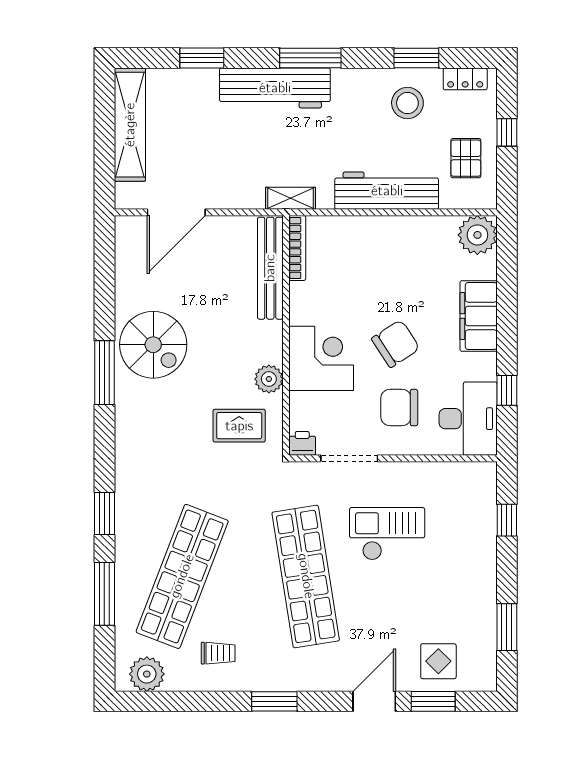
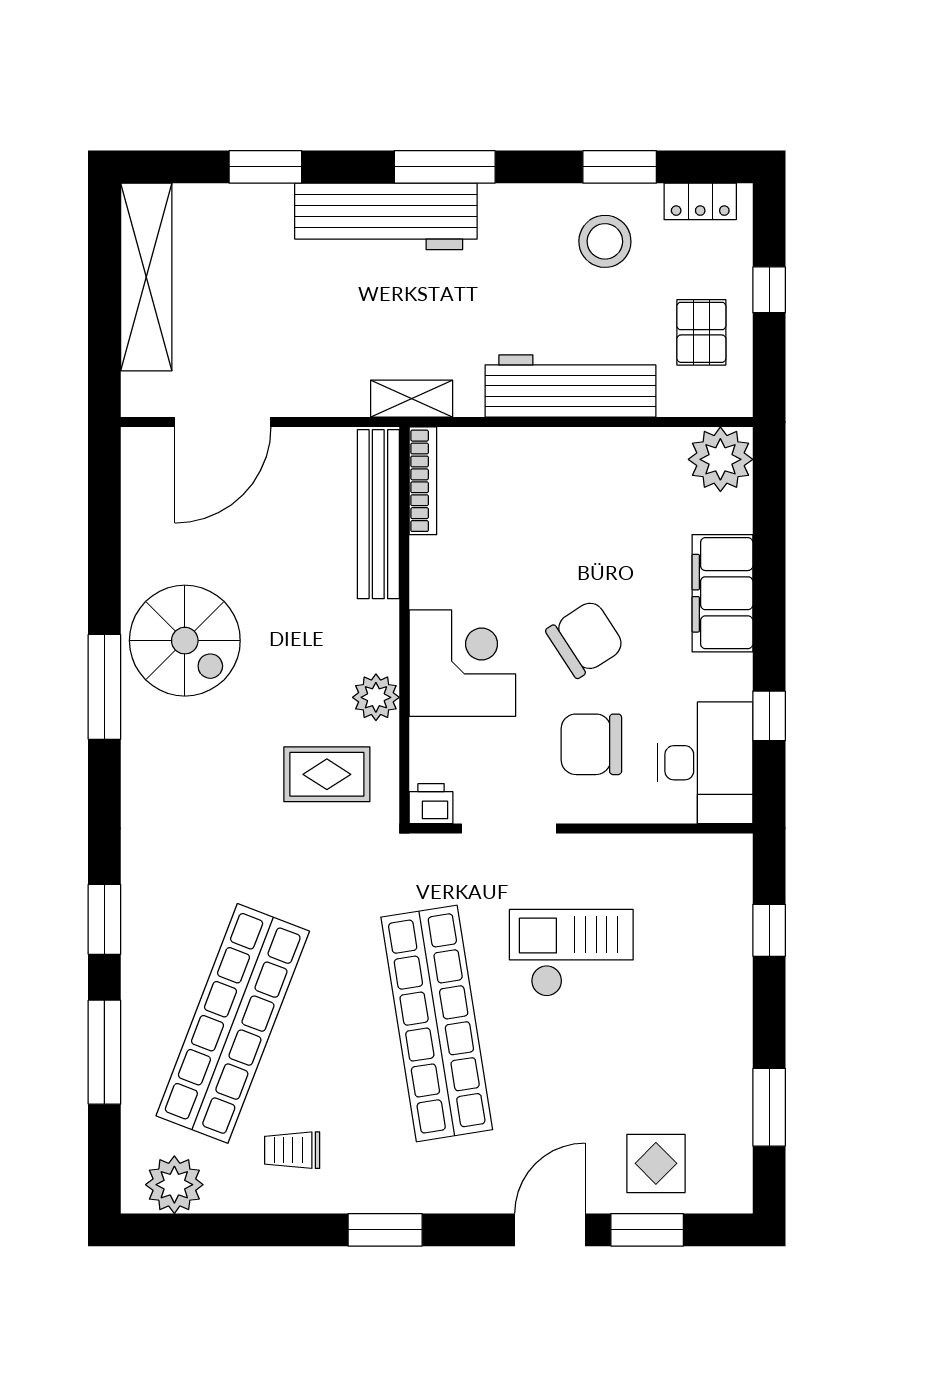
trolley: (218, 653) -> (292, 1150), turned 180

